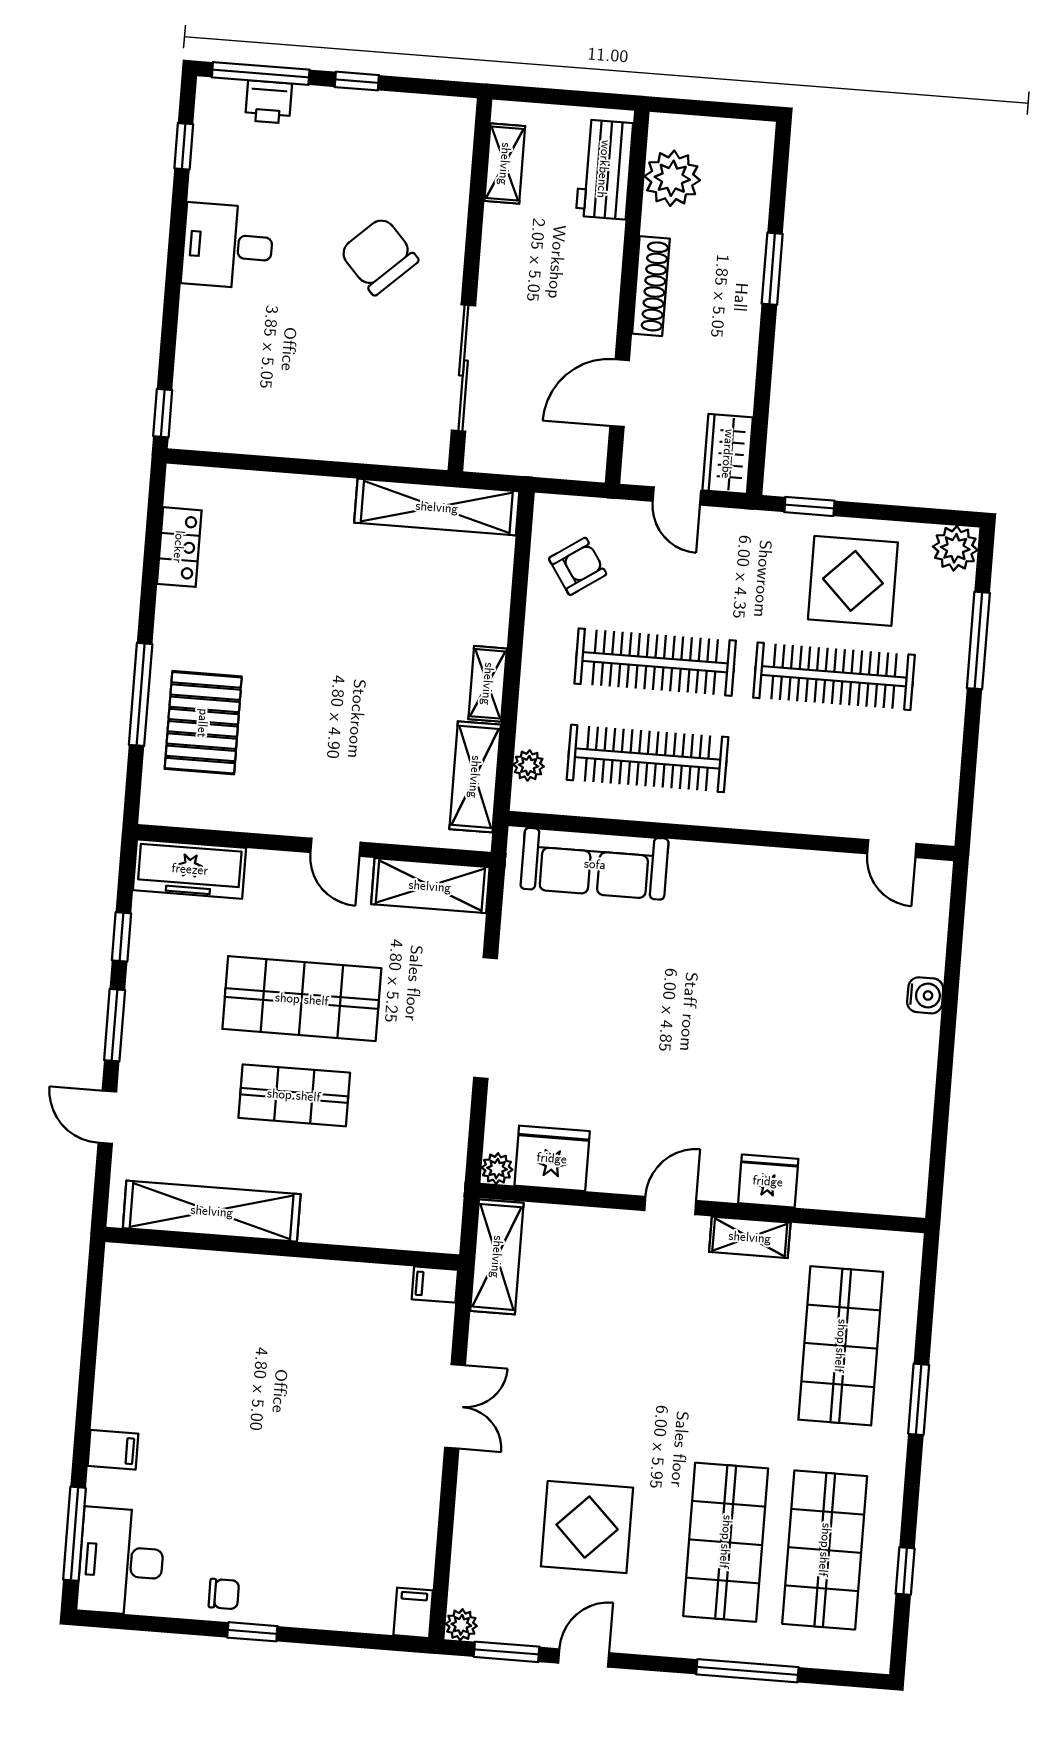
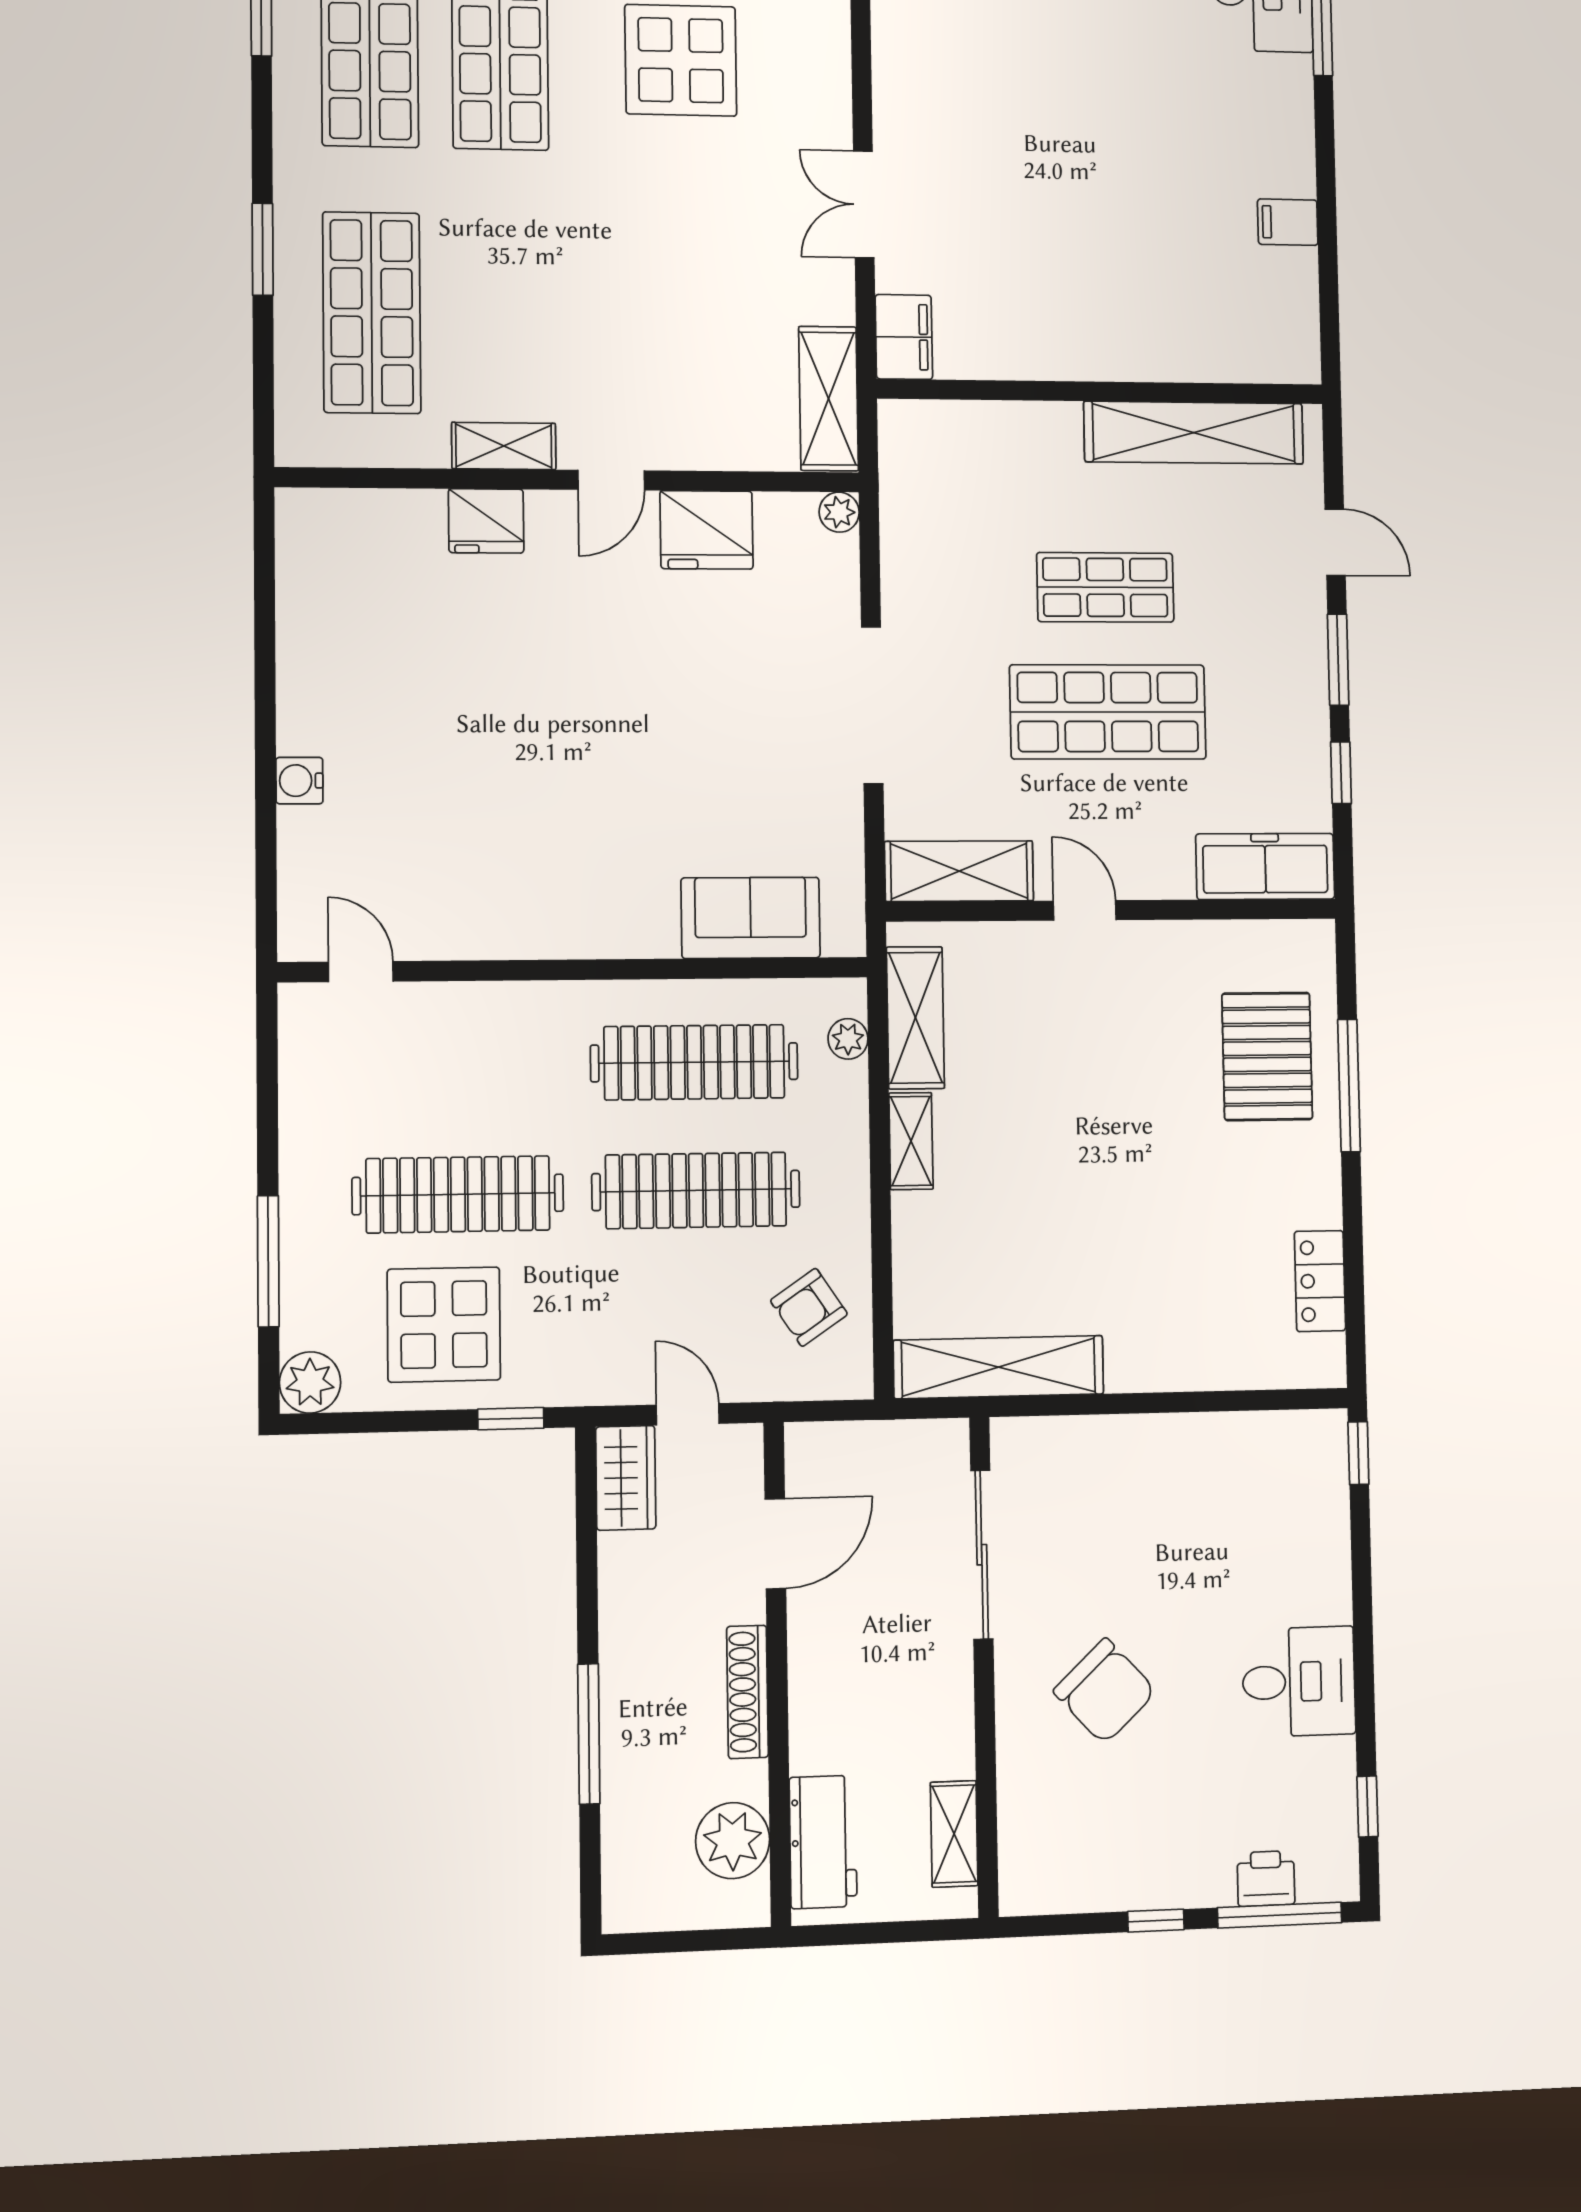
window: (772, 269) -> (589, 1734), width x1.44
sofa: (595, 864) -> (751, 918), width x0.73
fridge: (552, 1158) -> (706, 530), moved
filing cabinet: (435, 1285) -> (904, 337), width x2.00
filing cabinet: (113, 1450) -> (1288, 222), moved

